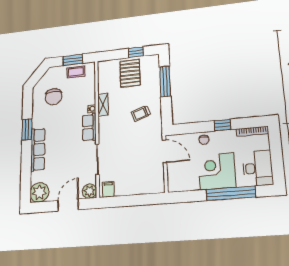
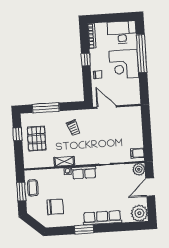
pallet: (130, 73) -> (37, 139), turned 90
door: (165, 151) -> (107, 107), hinge flipped
door: (68, 205) -> (150, 187), hinge flipped

